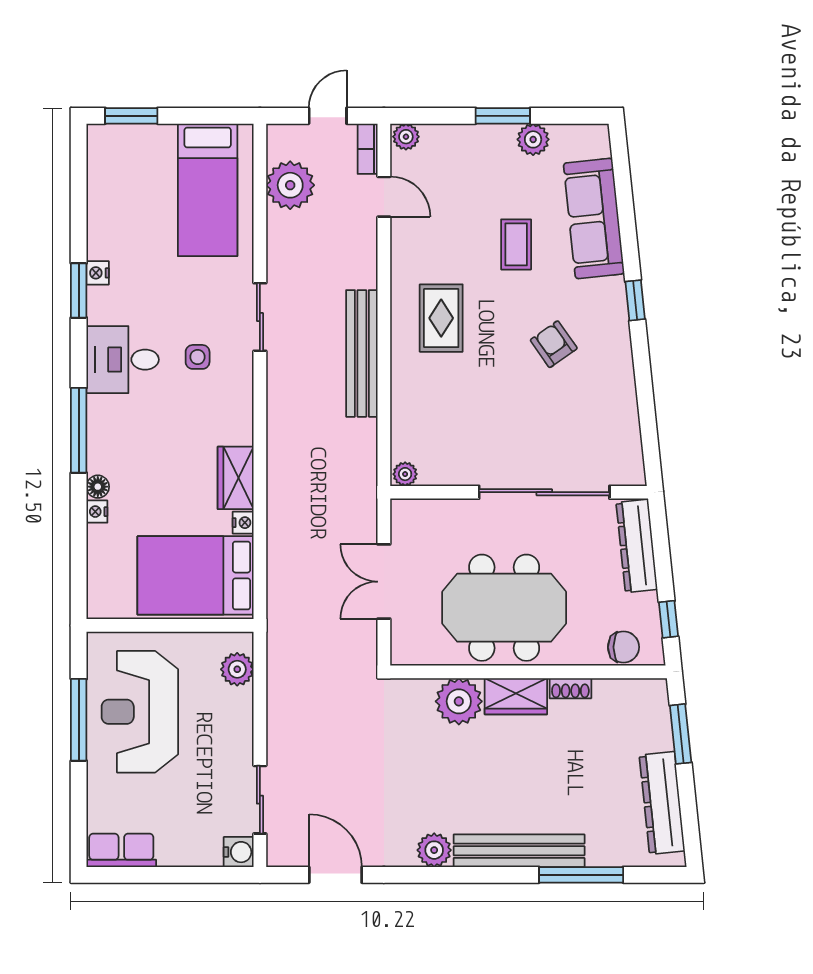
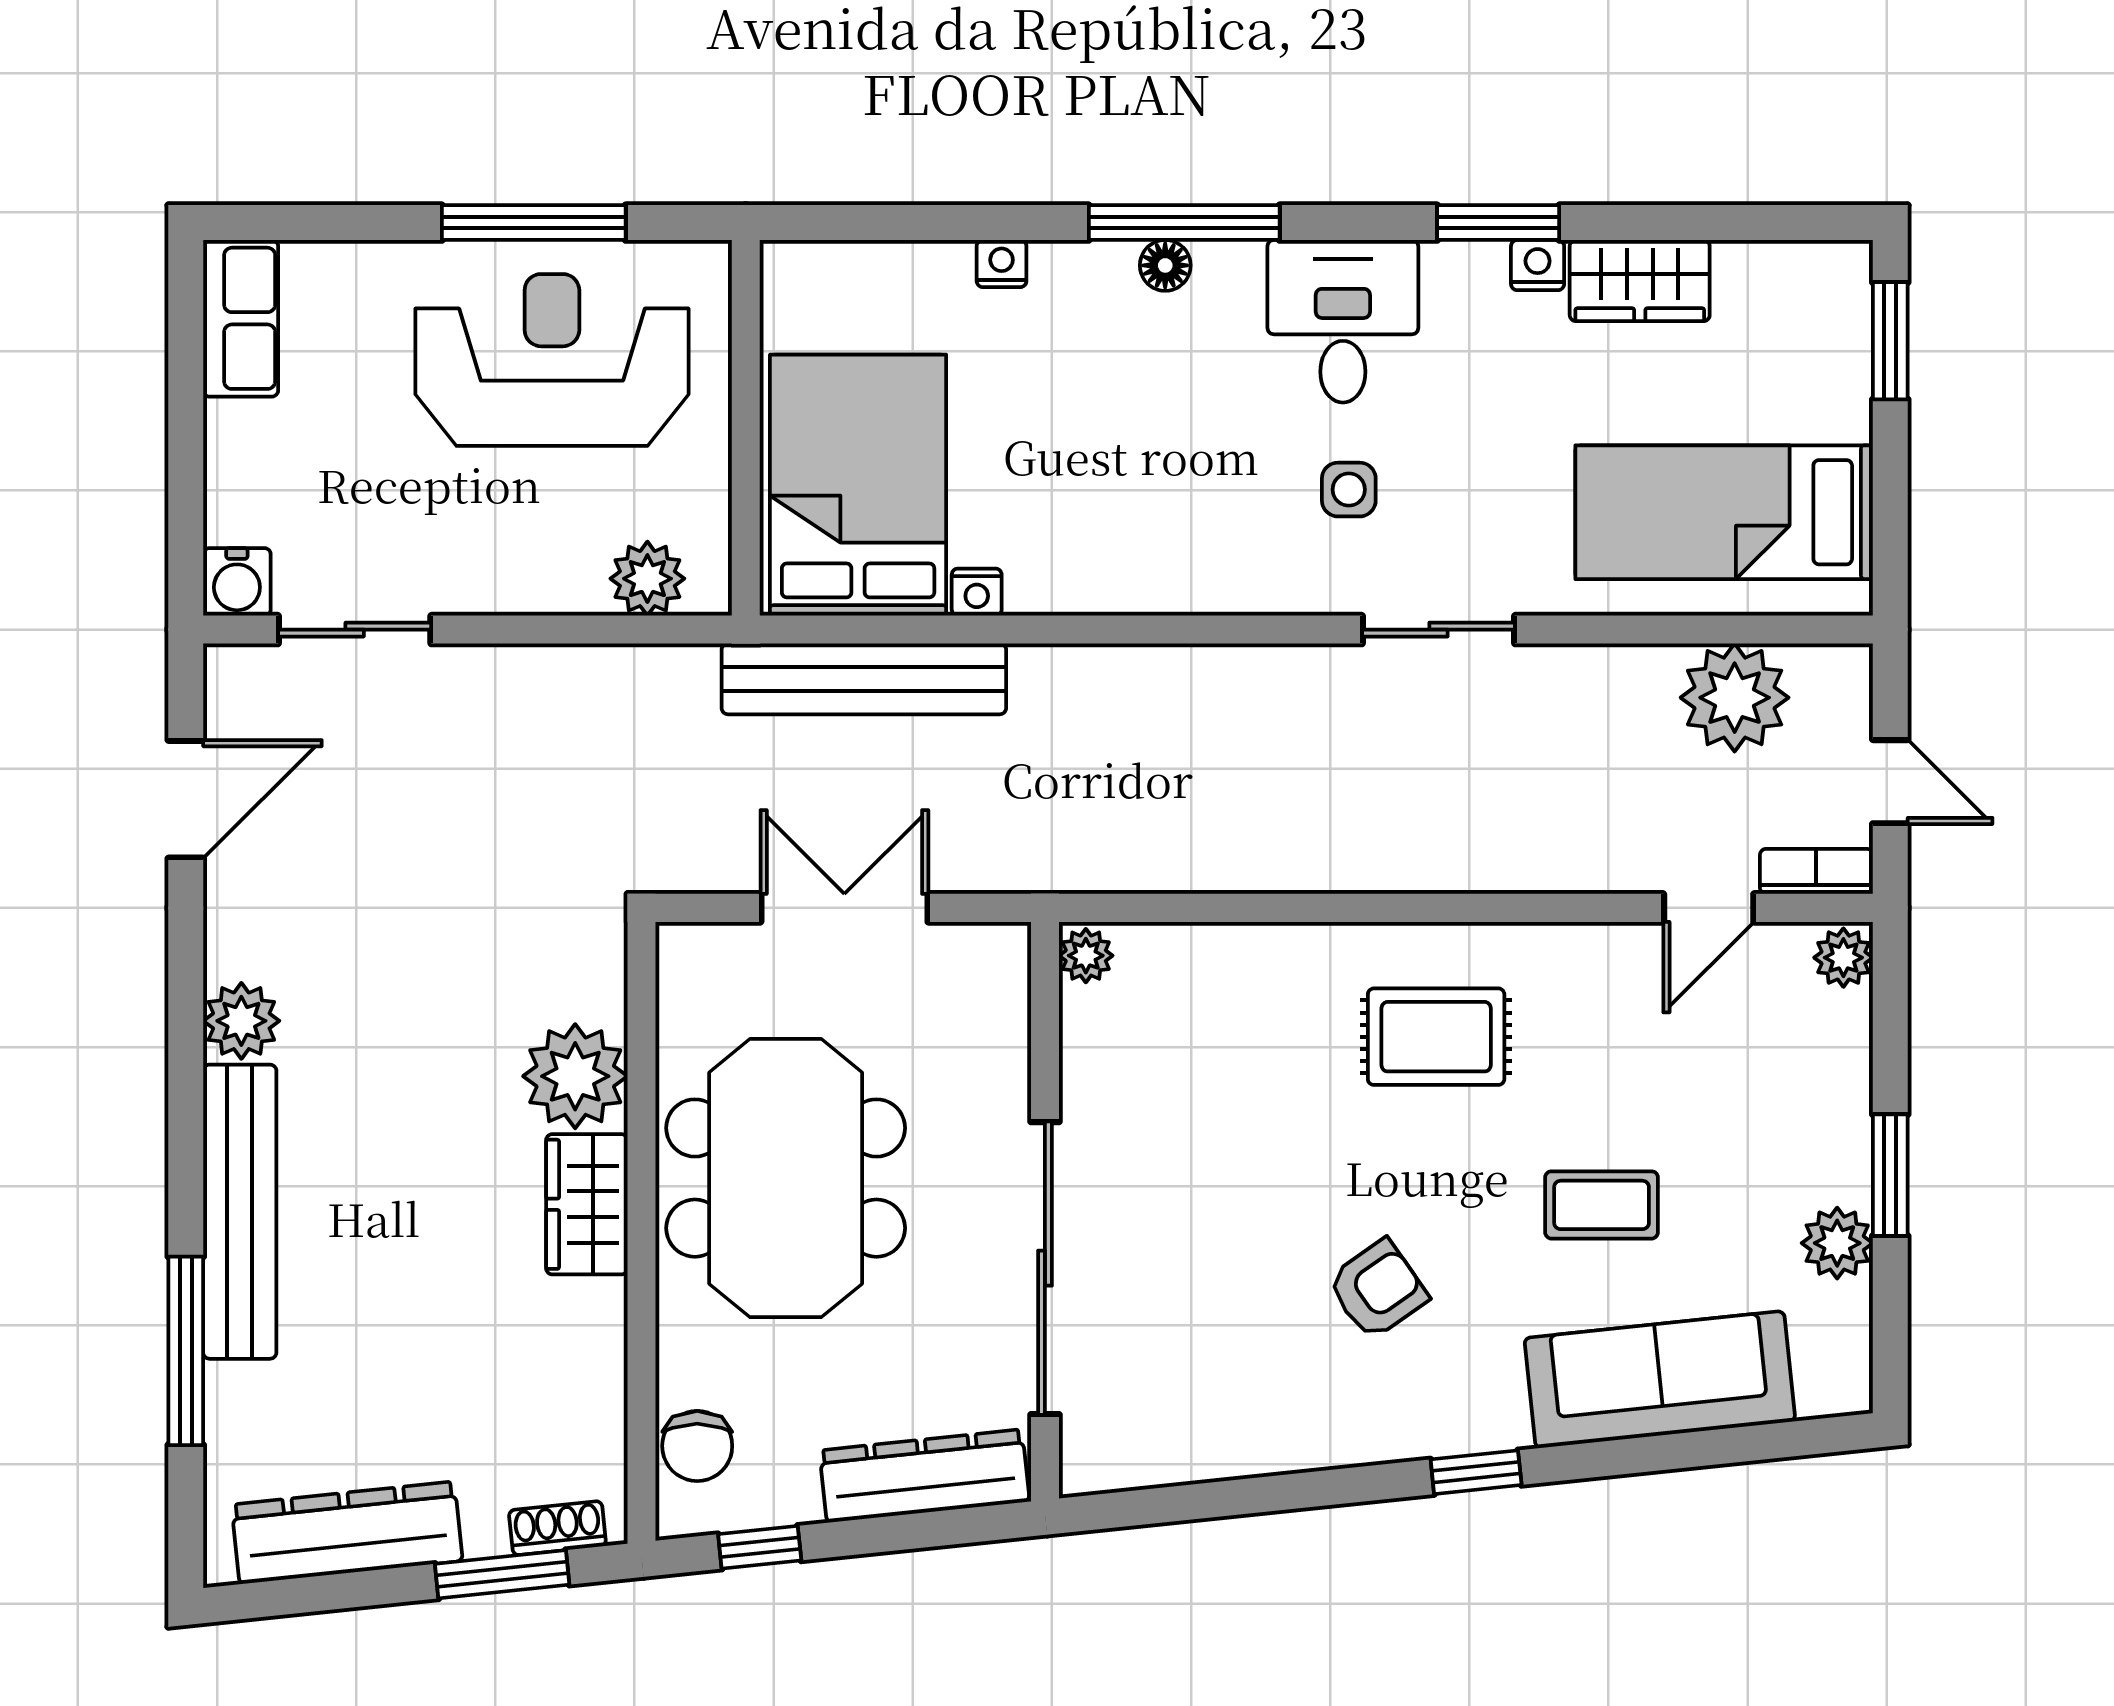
bench: (362, 353) -> (864, 679), moved
wardrobe: (236, 478) -> (1640, 281), moved, turned 180
floor lamp: (98, 487) -> (1165, 265), moved
shoe rack: (570, 688) -> (557, 1528), moved, turned 84

